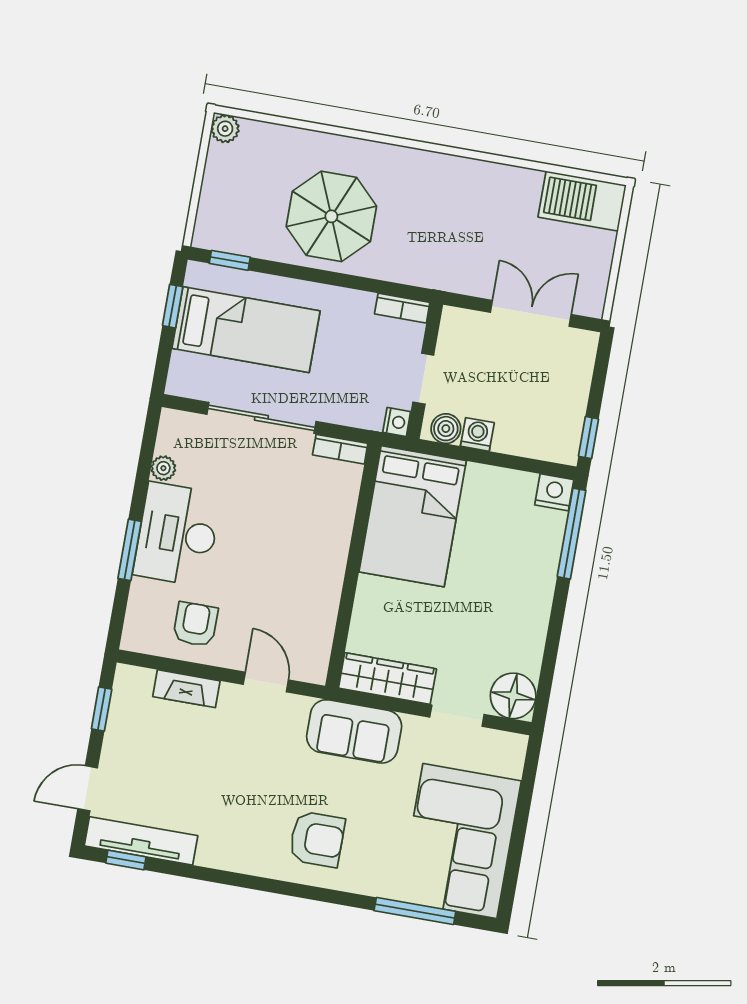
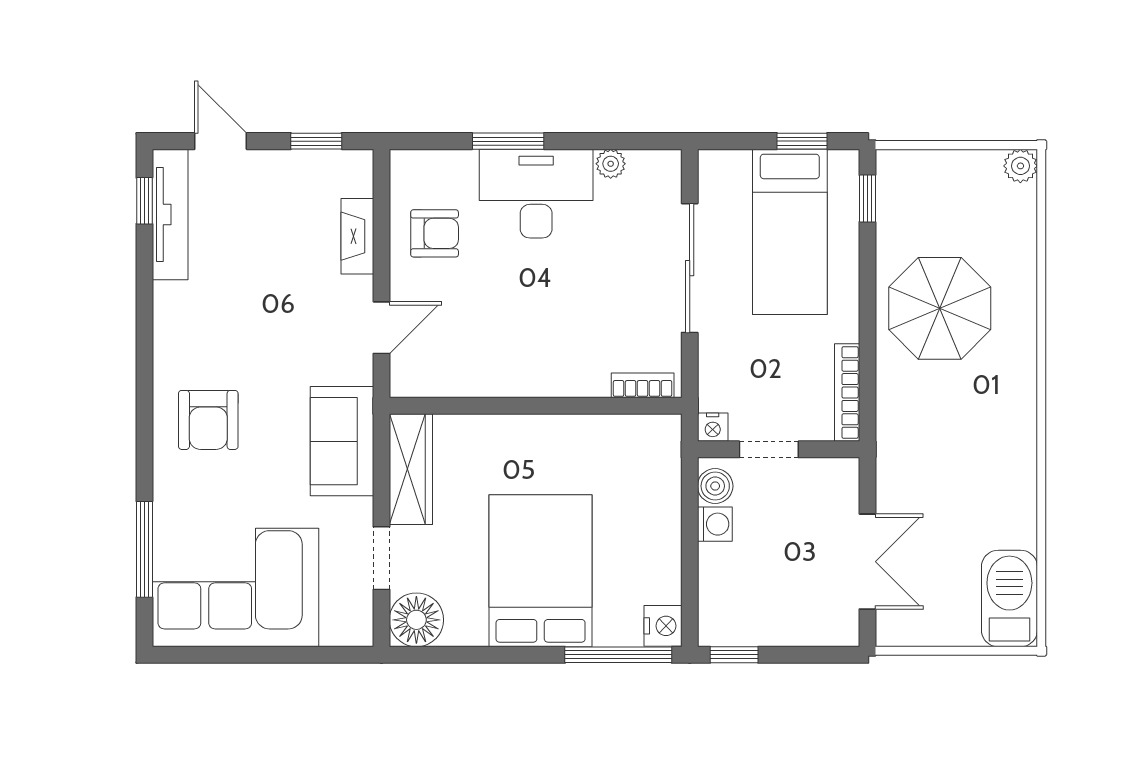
bookcase: (402, 308) -> (847, 392), width x1.56
bookcase: (340, 449) -> (643, 385), moved, turned 90
bed: (413, 516) -> (541, 571), moved, turned 90

